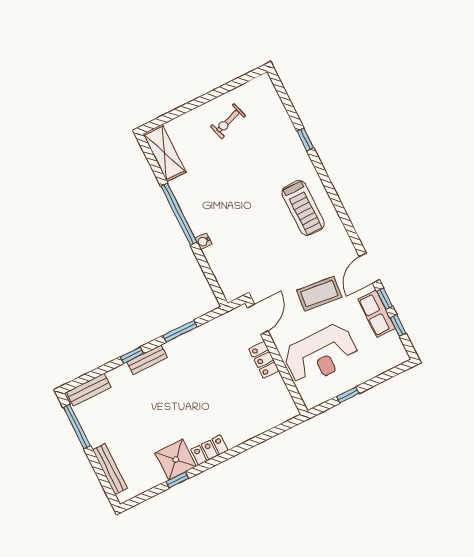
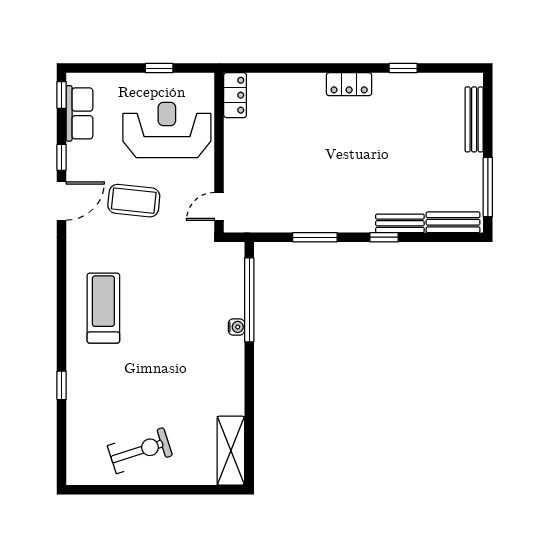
exercise bike: (228, 121) -> (140, 451), width x1.38, depth x1.39
window: (179, 214) -> (249, 300), moved
row of seats: (377, 314) -> (79, 113), moved
door: (258, 319) -> (219, 206), width x0.73
window: (398, 326) -> (62, 95), moved
bench: (147, 360) -> (400, 223), moved
locker: (264, 360) -> (235, 95), moved
shower: (176, 460) -> (393, 92), removed

